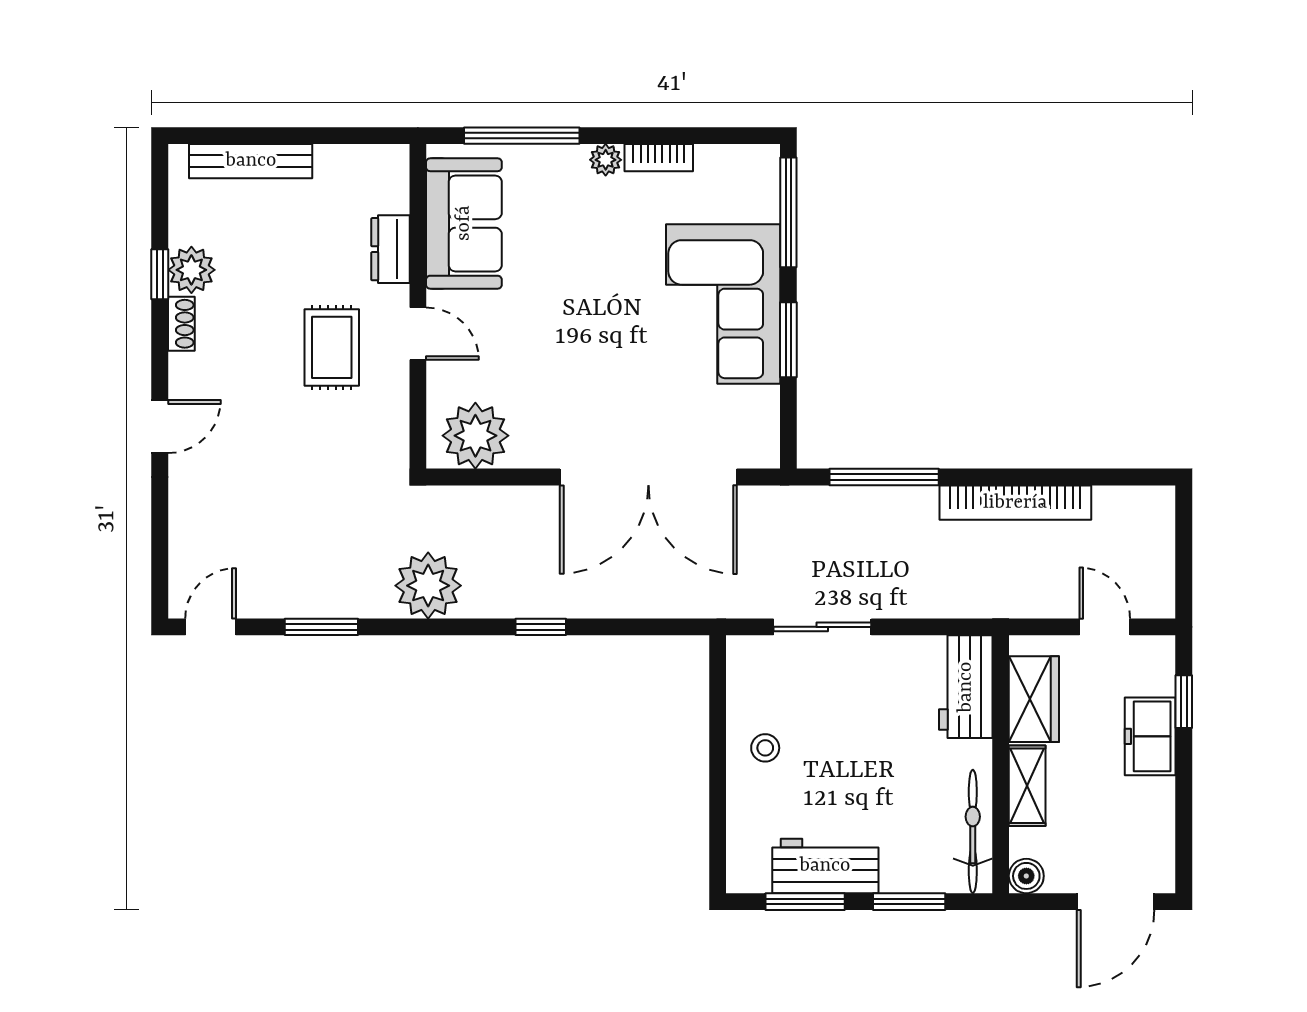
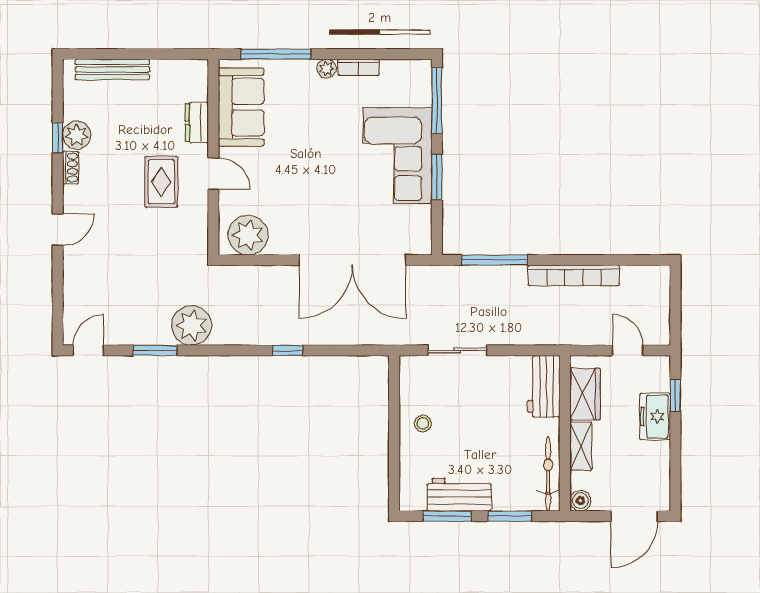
plant: (428, 586) -> (192, 325), moved

